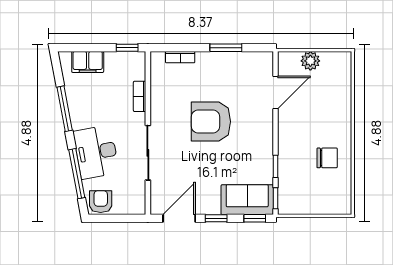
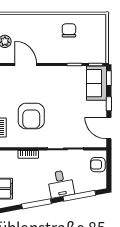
armchair: (211, 122) -> (31, 116), moved
desk: (96, 152) -> (61, 184), width x0.73
armchair: (101, 202) -> (98, 165), moved

